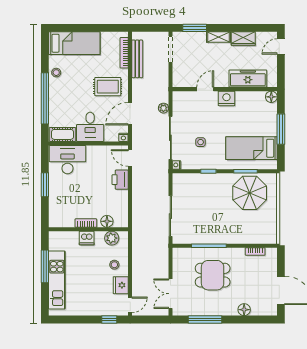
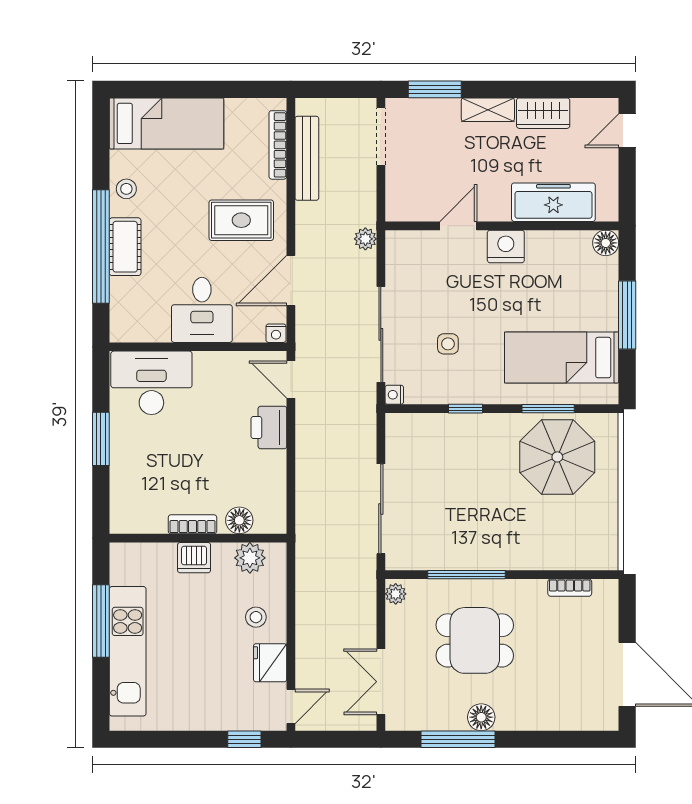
plant: (163, 108) -> (365, 239), moved
cot: (62, 134) -> (125, 247), moved, turned 90
plant: (177, 254) -> (396, 594), added
floor lamp: (244, 310) -> (481, 717), moved

